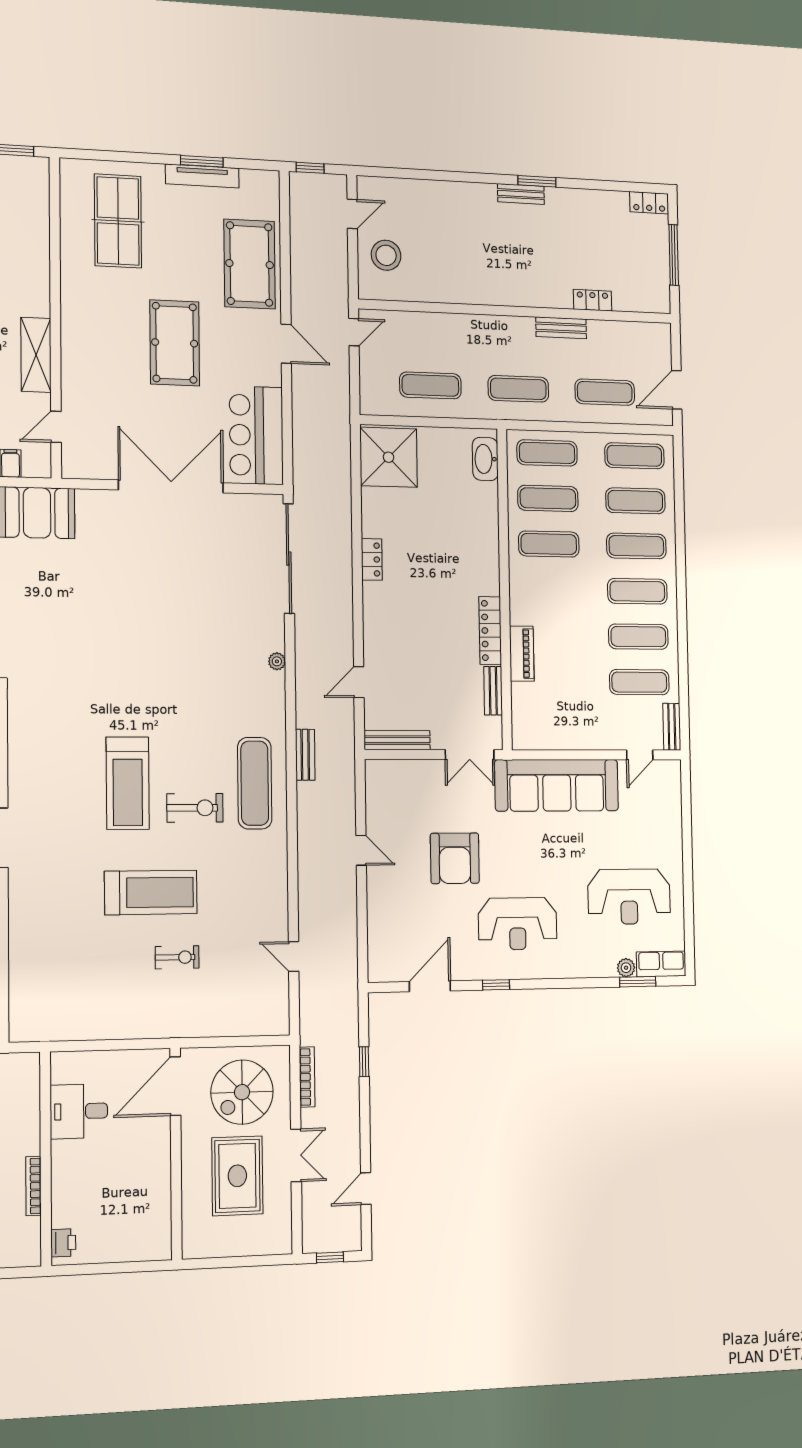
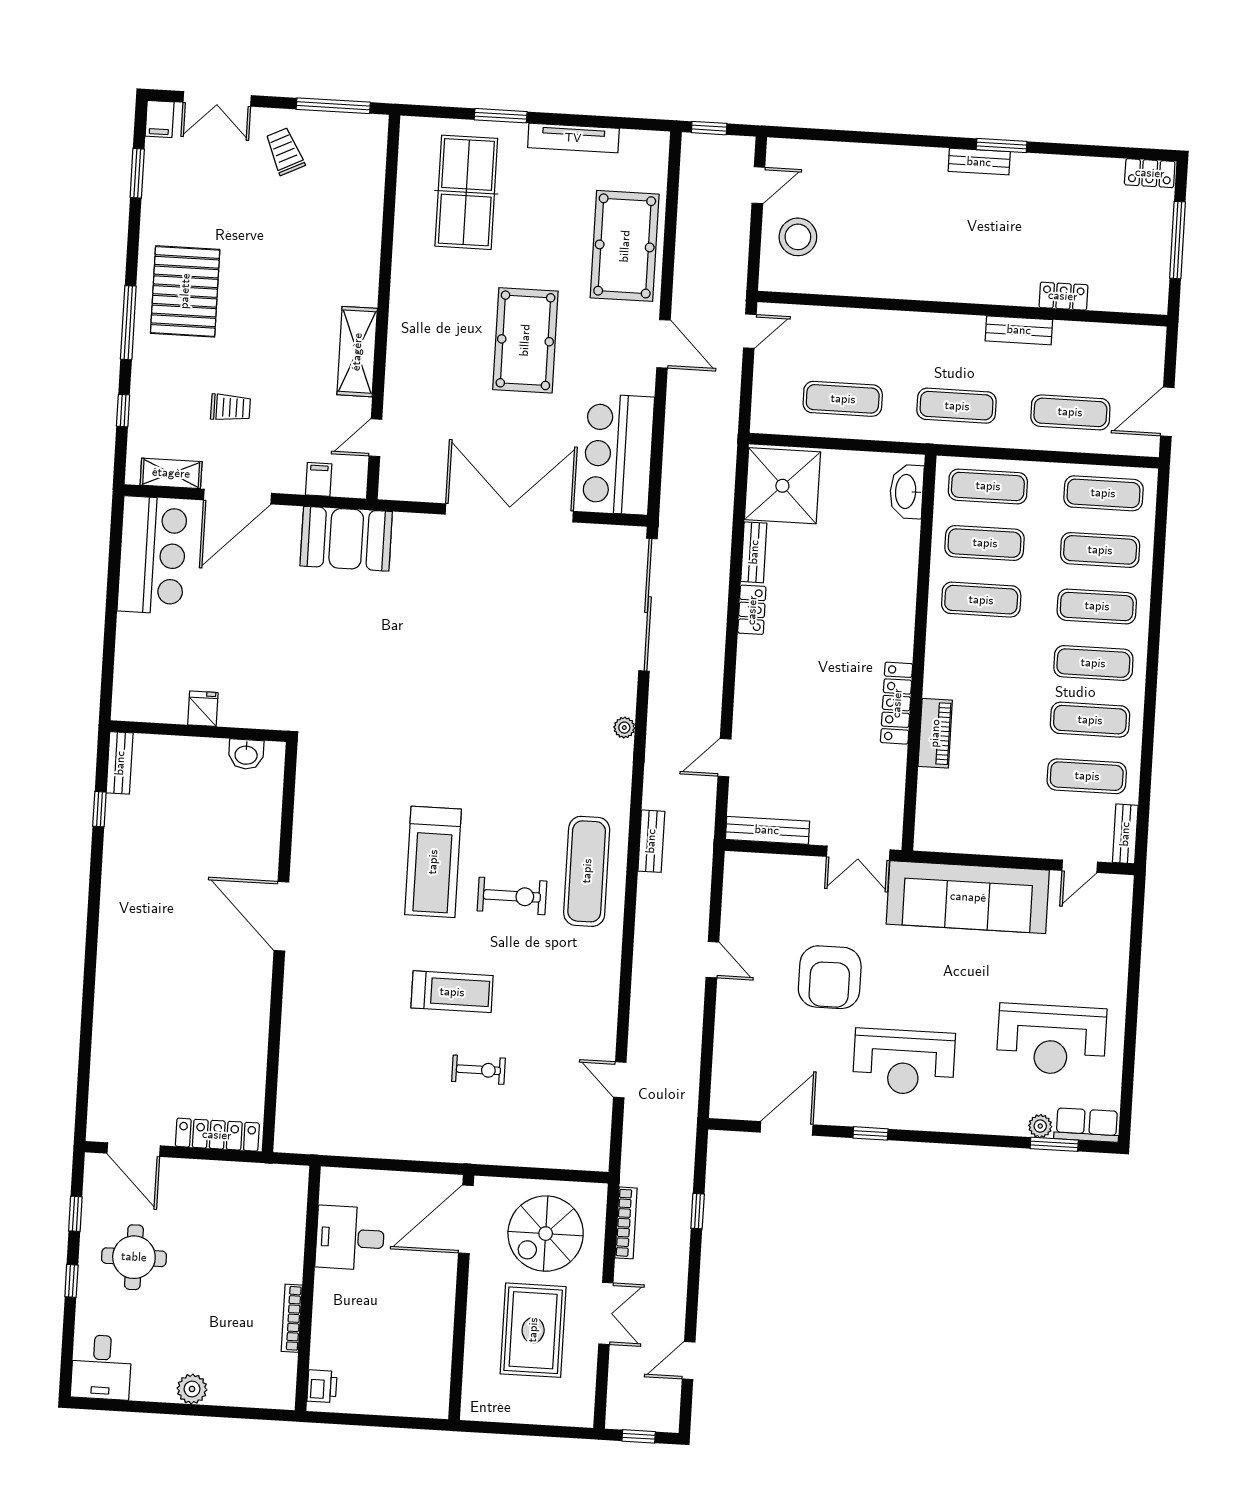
window: (202, 161) -> (501, 116), moved
bench: (493, 691) -> (754, 552), moved
treadmill: (151, 892) -> (452, 992), width x0.73, depth x0.73

